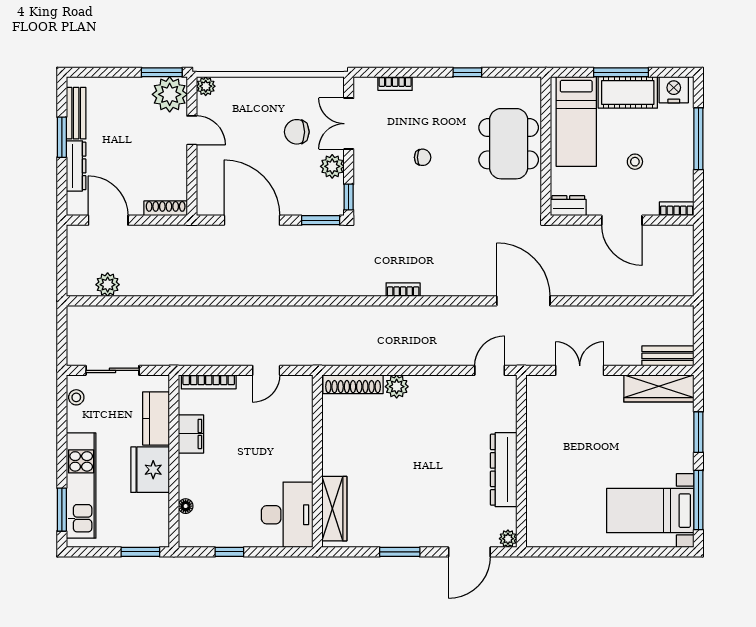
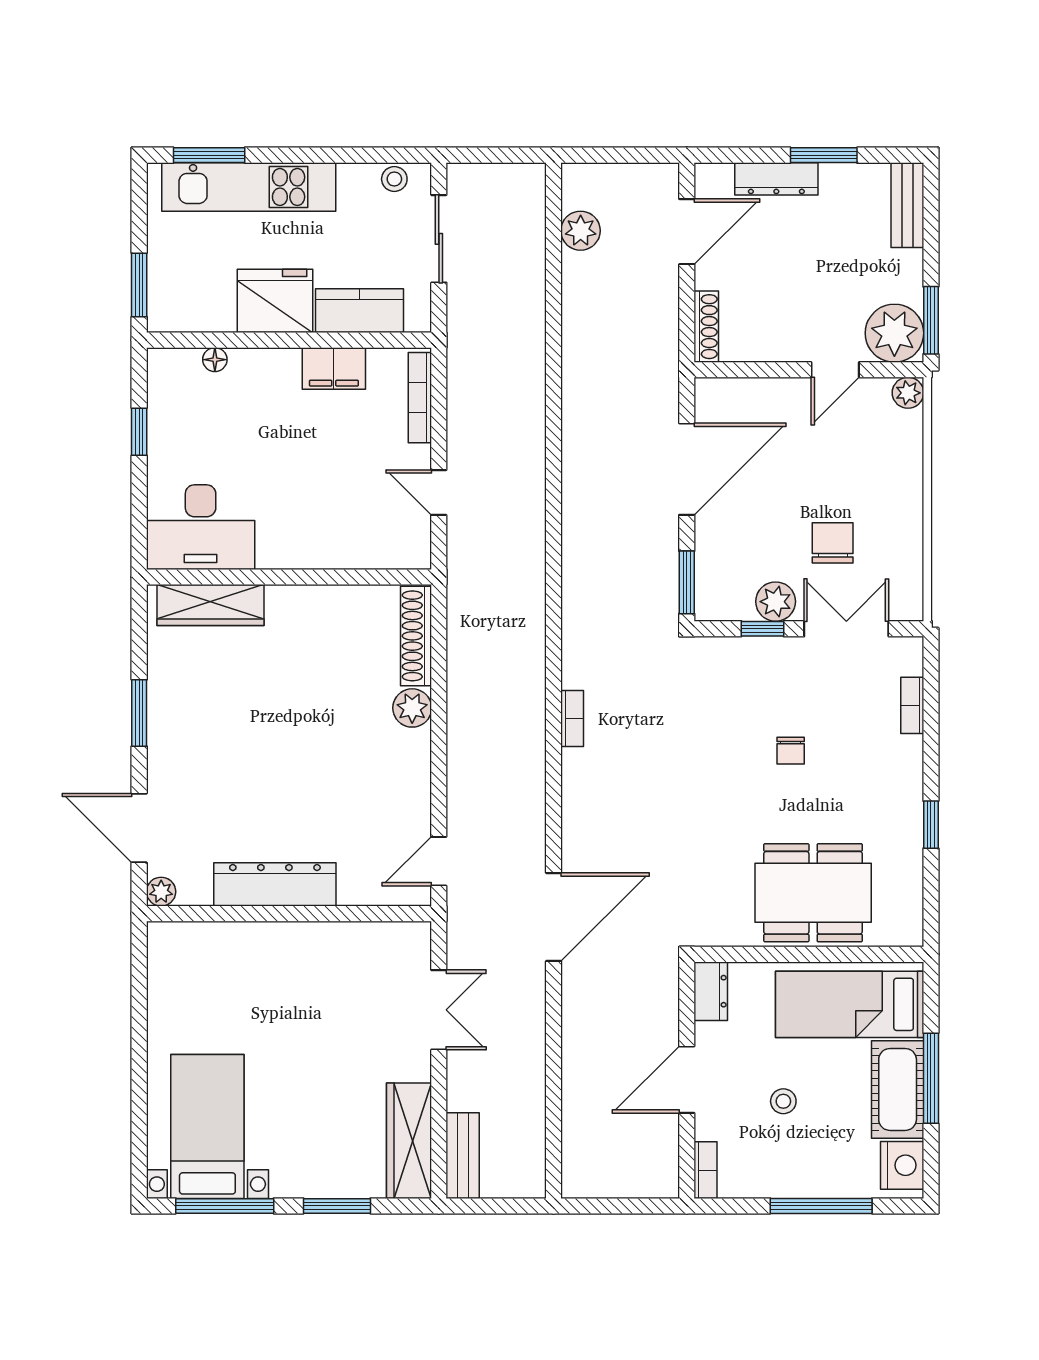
bench: (76, 113) -> (907, 205), moved, turned 90
window: (349, 197) -> (763, 629), moved
door: (490, 370) -> (439, 861), swing flipped

